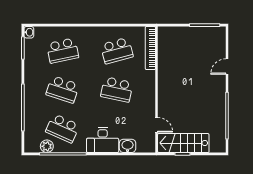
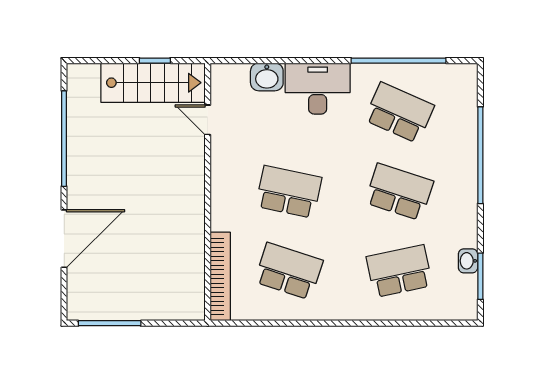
washbasin: (29, 32) -> (468, 261), moved
school desk: (117, 51) -> (289, 271), turned 33
door: (227, 67) -> (64, 239), width x1.88
plant: (47, 146) -> (431, 76), removed

